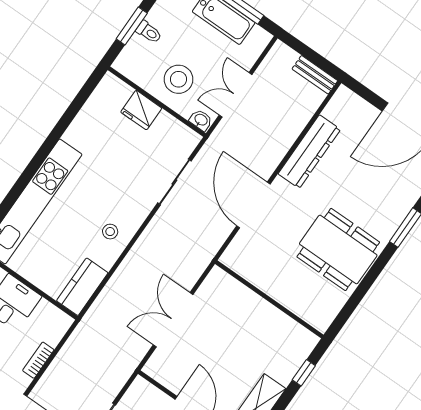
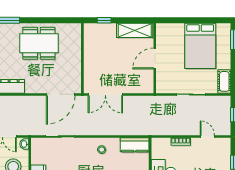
door: (253, 205) -> (61, 94), moved
dining table: (338, 249) -> (39, 43), turned 90
double door: (173, 320) -> (105, 94), moved

